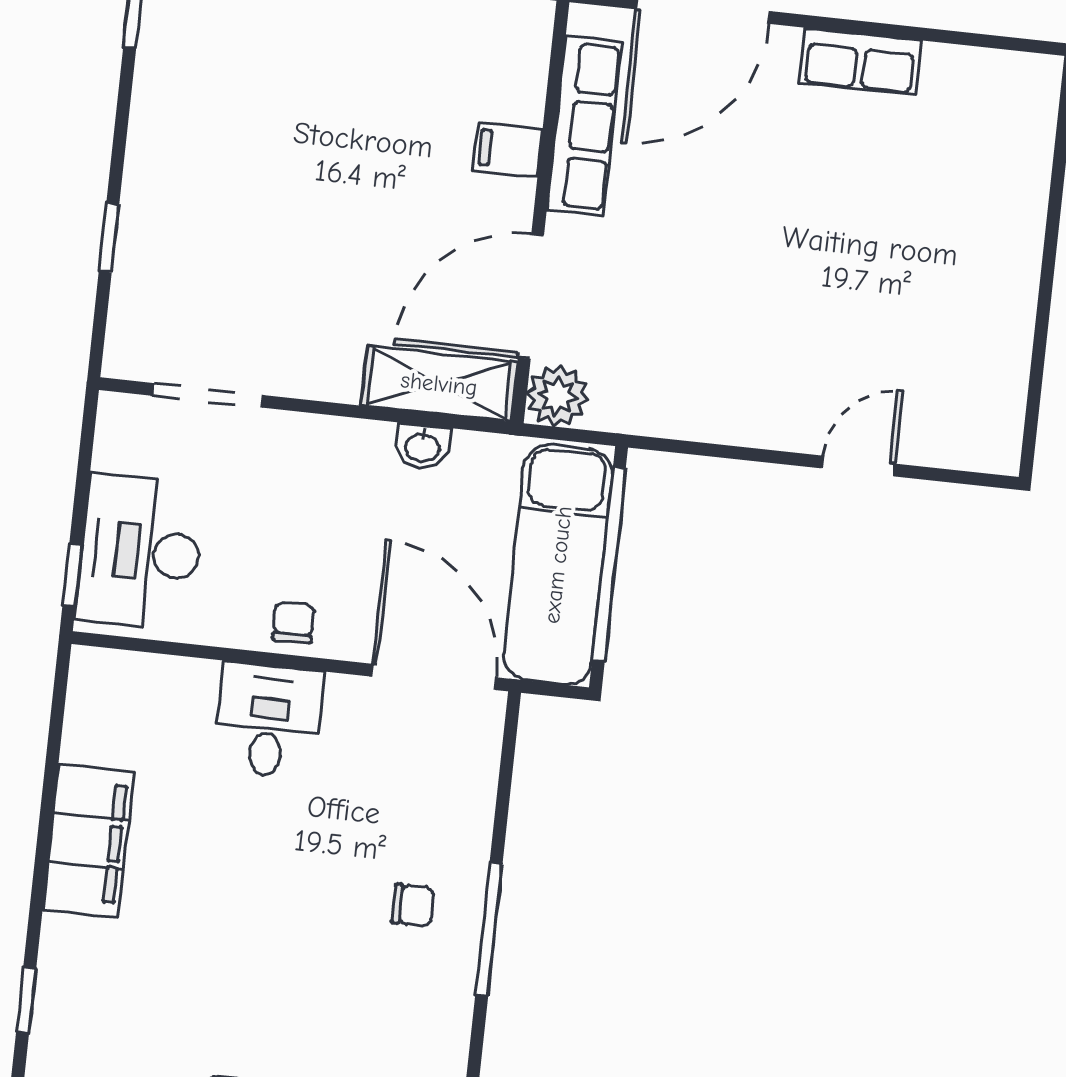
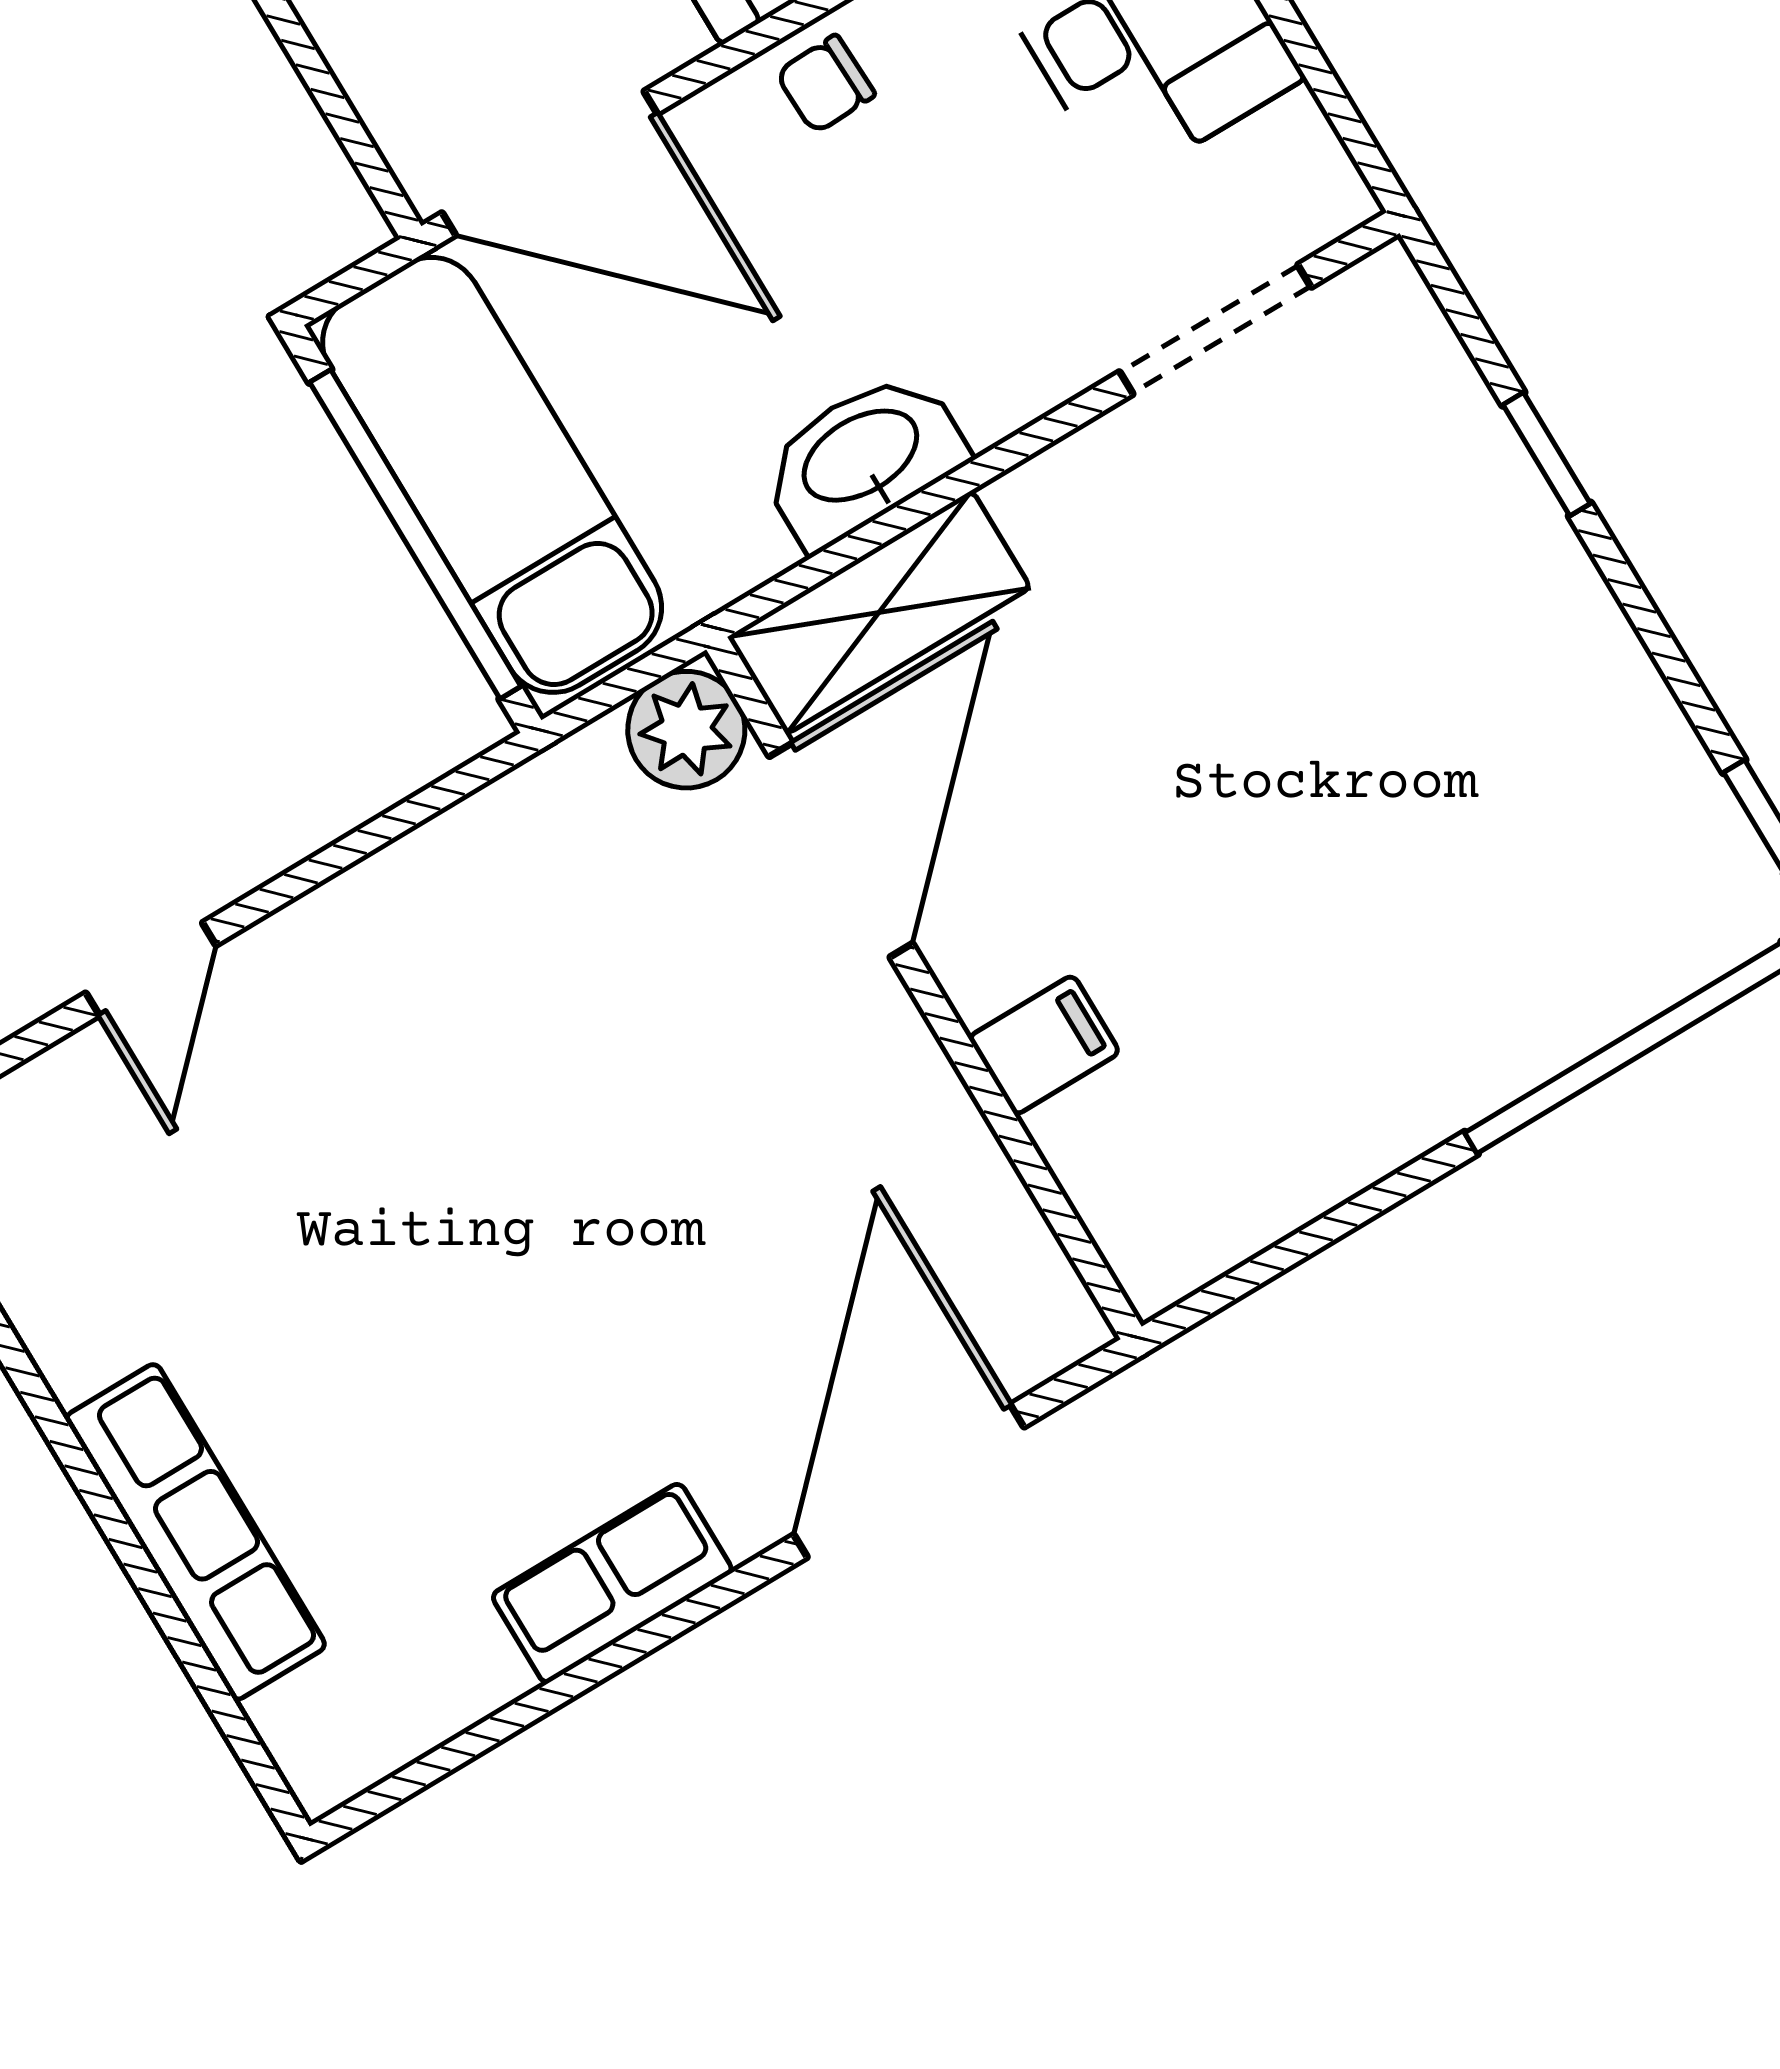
row of seats: (584, 126) -> (195, 1532), moved, turned 180
washbasin: (423, 447) -> (862, 459), width x1.91, depth x1.45
chair: (294, 622) -> (825, 84), turned 88

